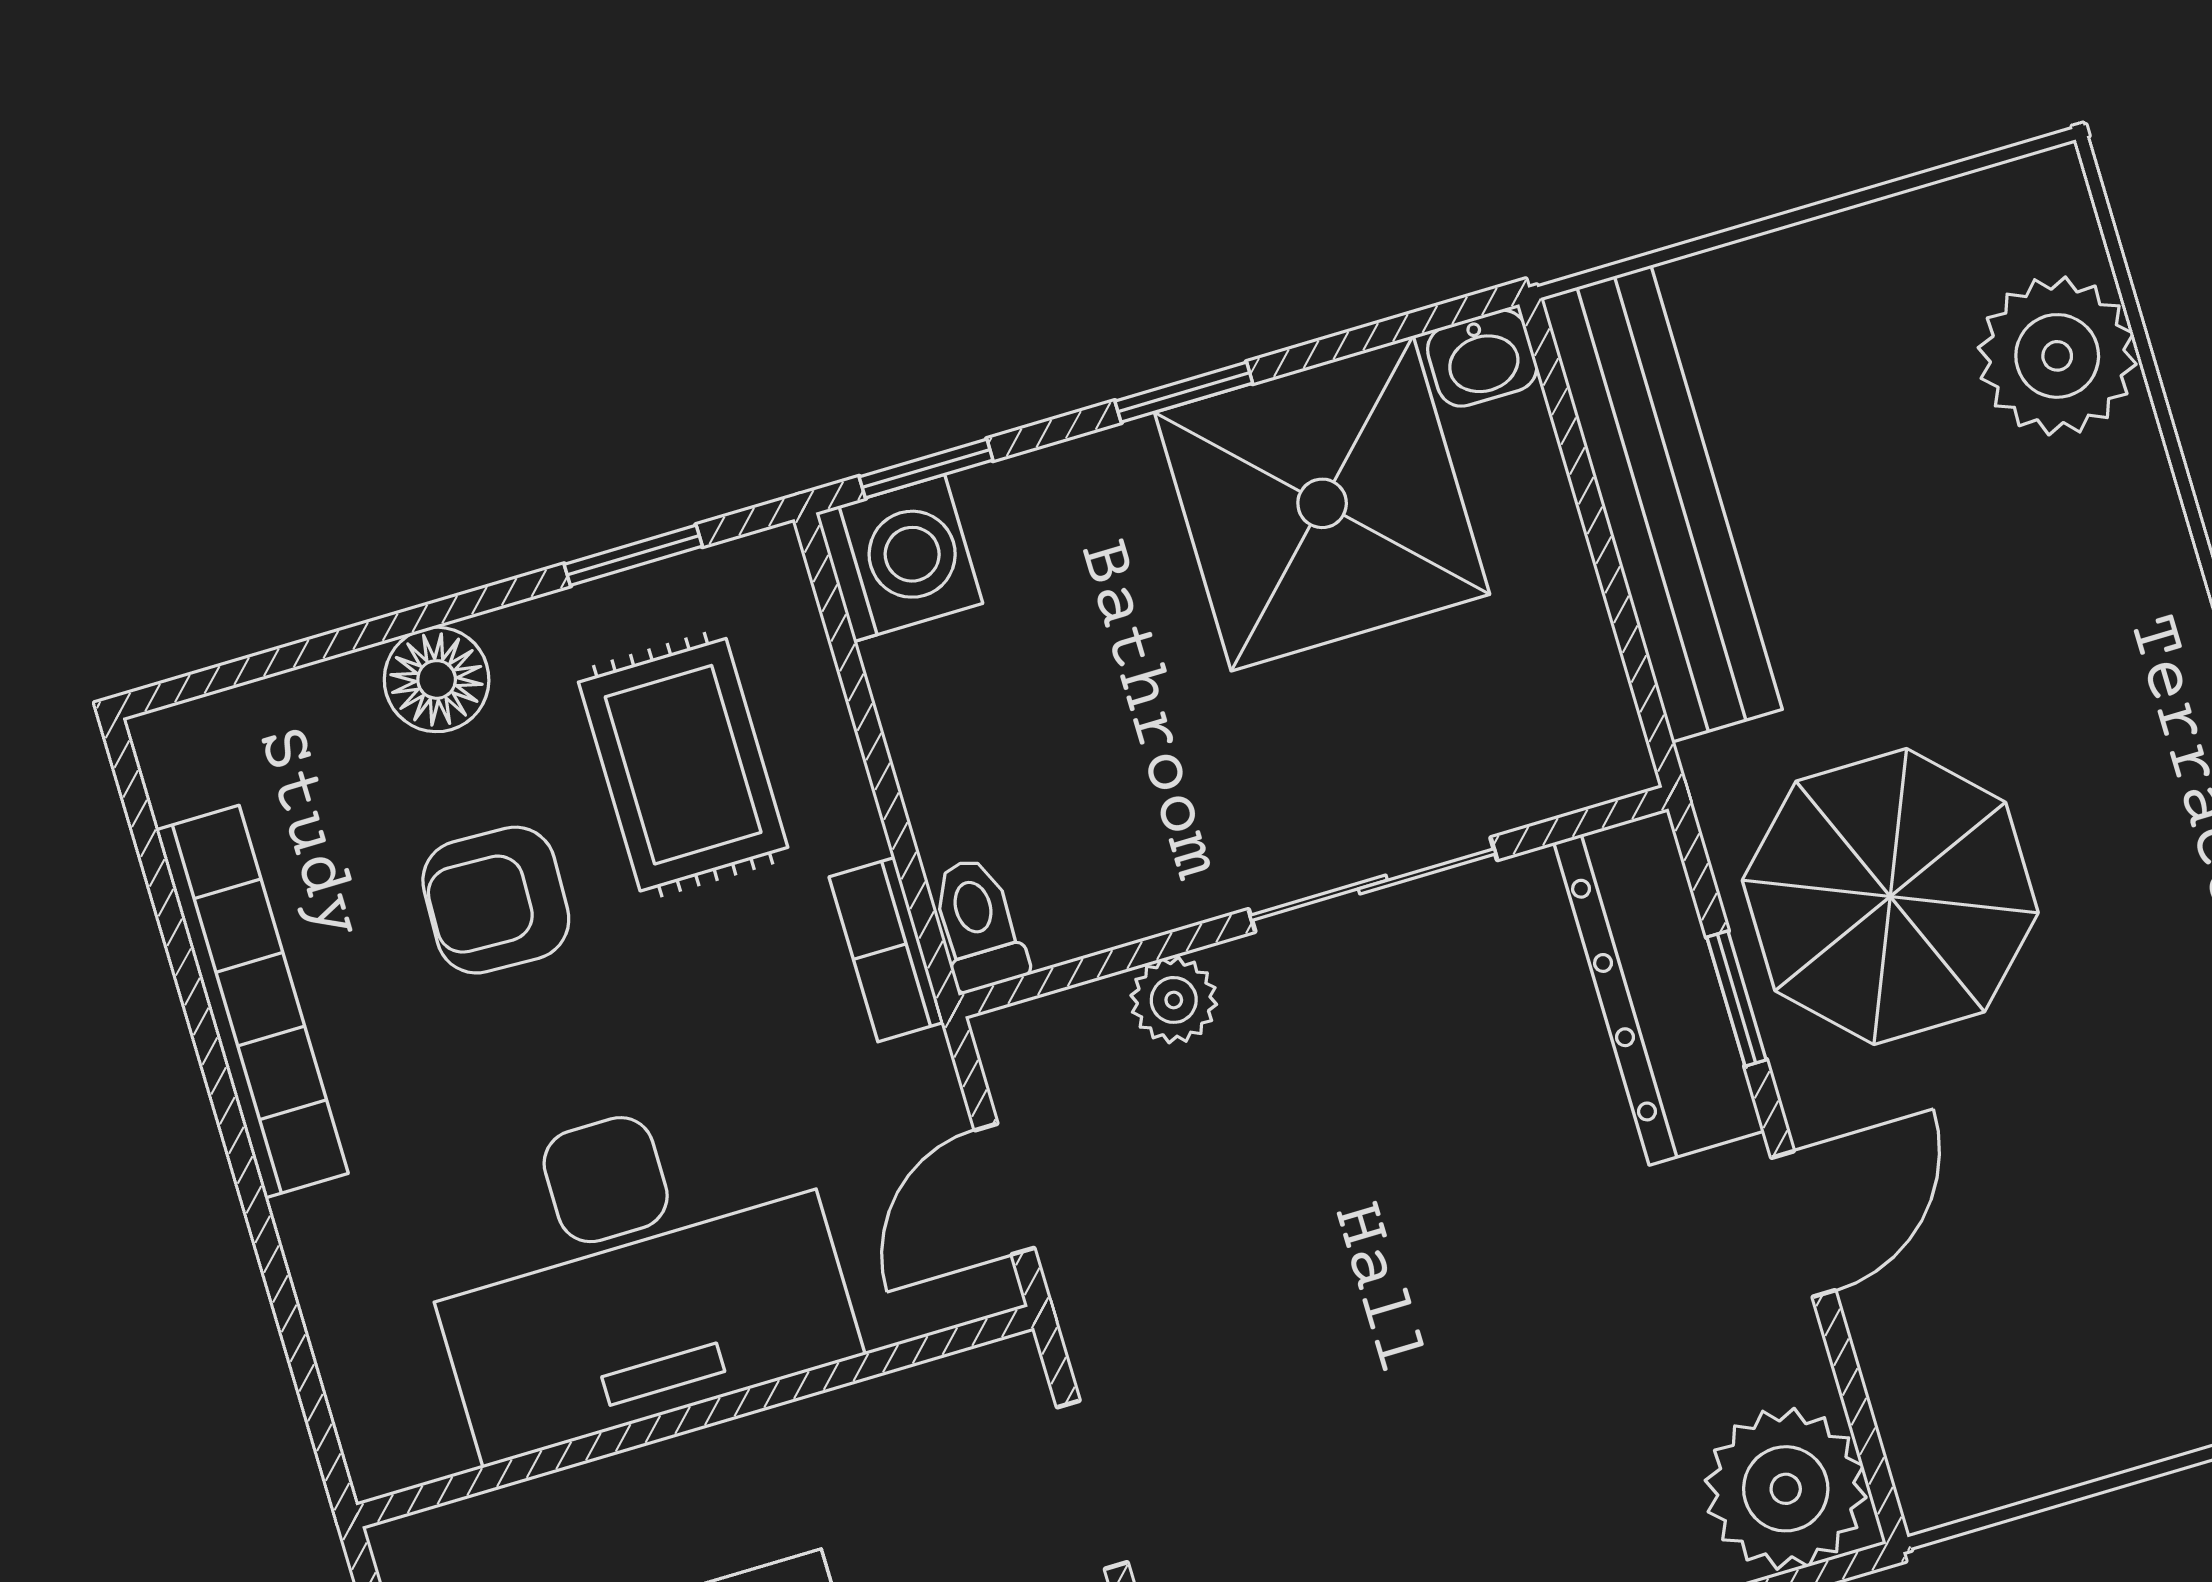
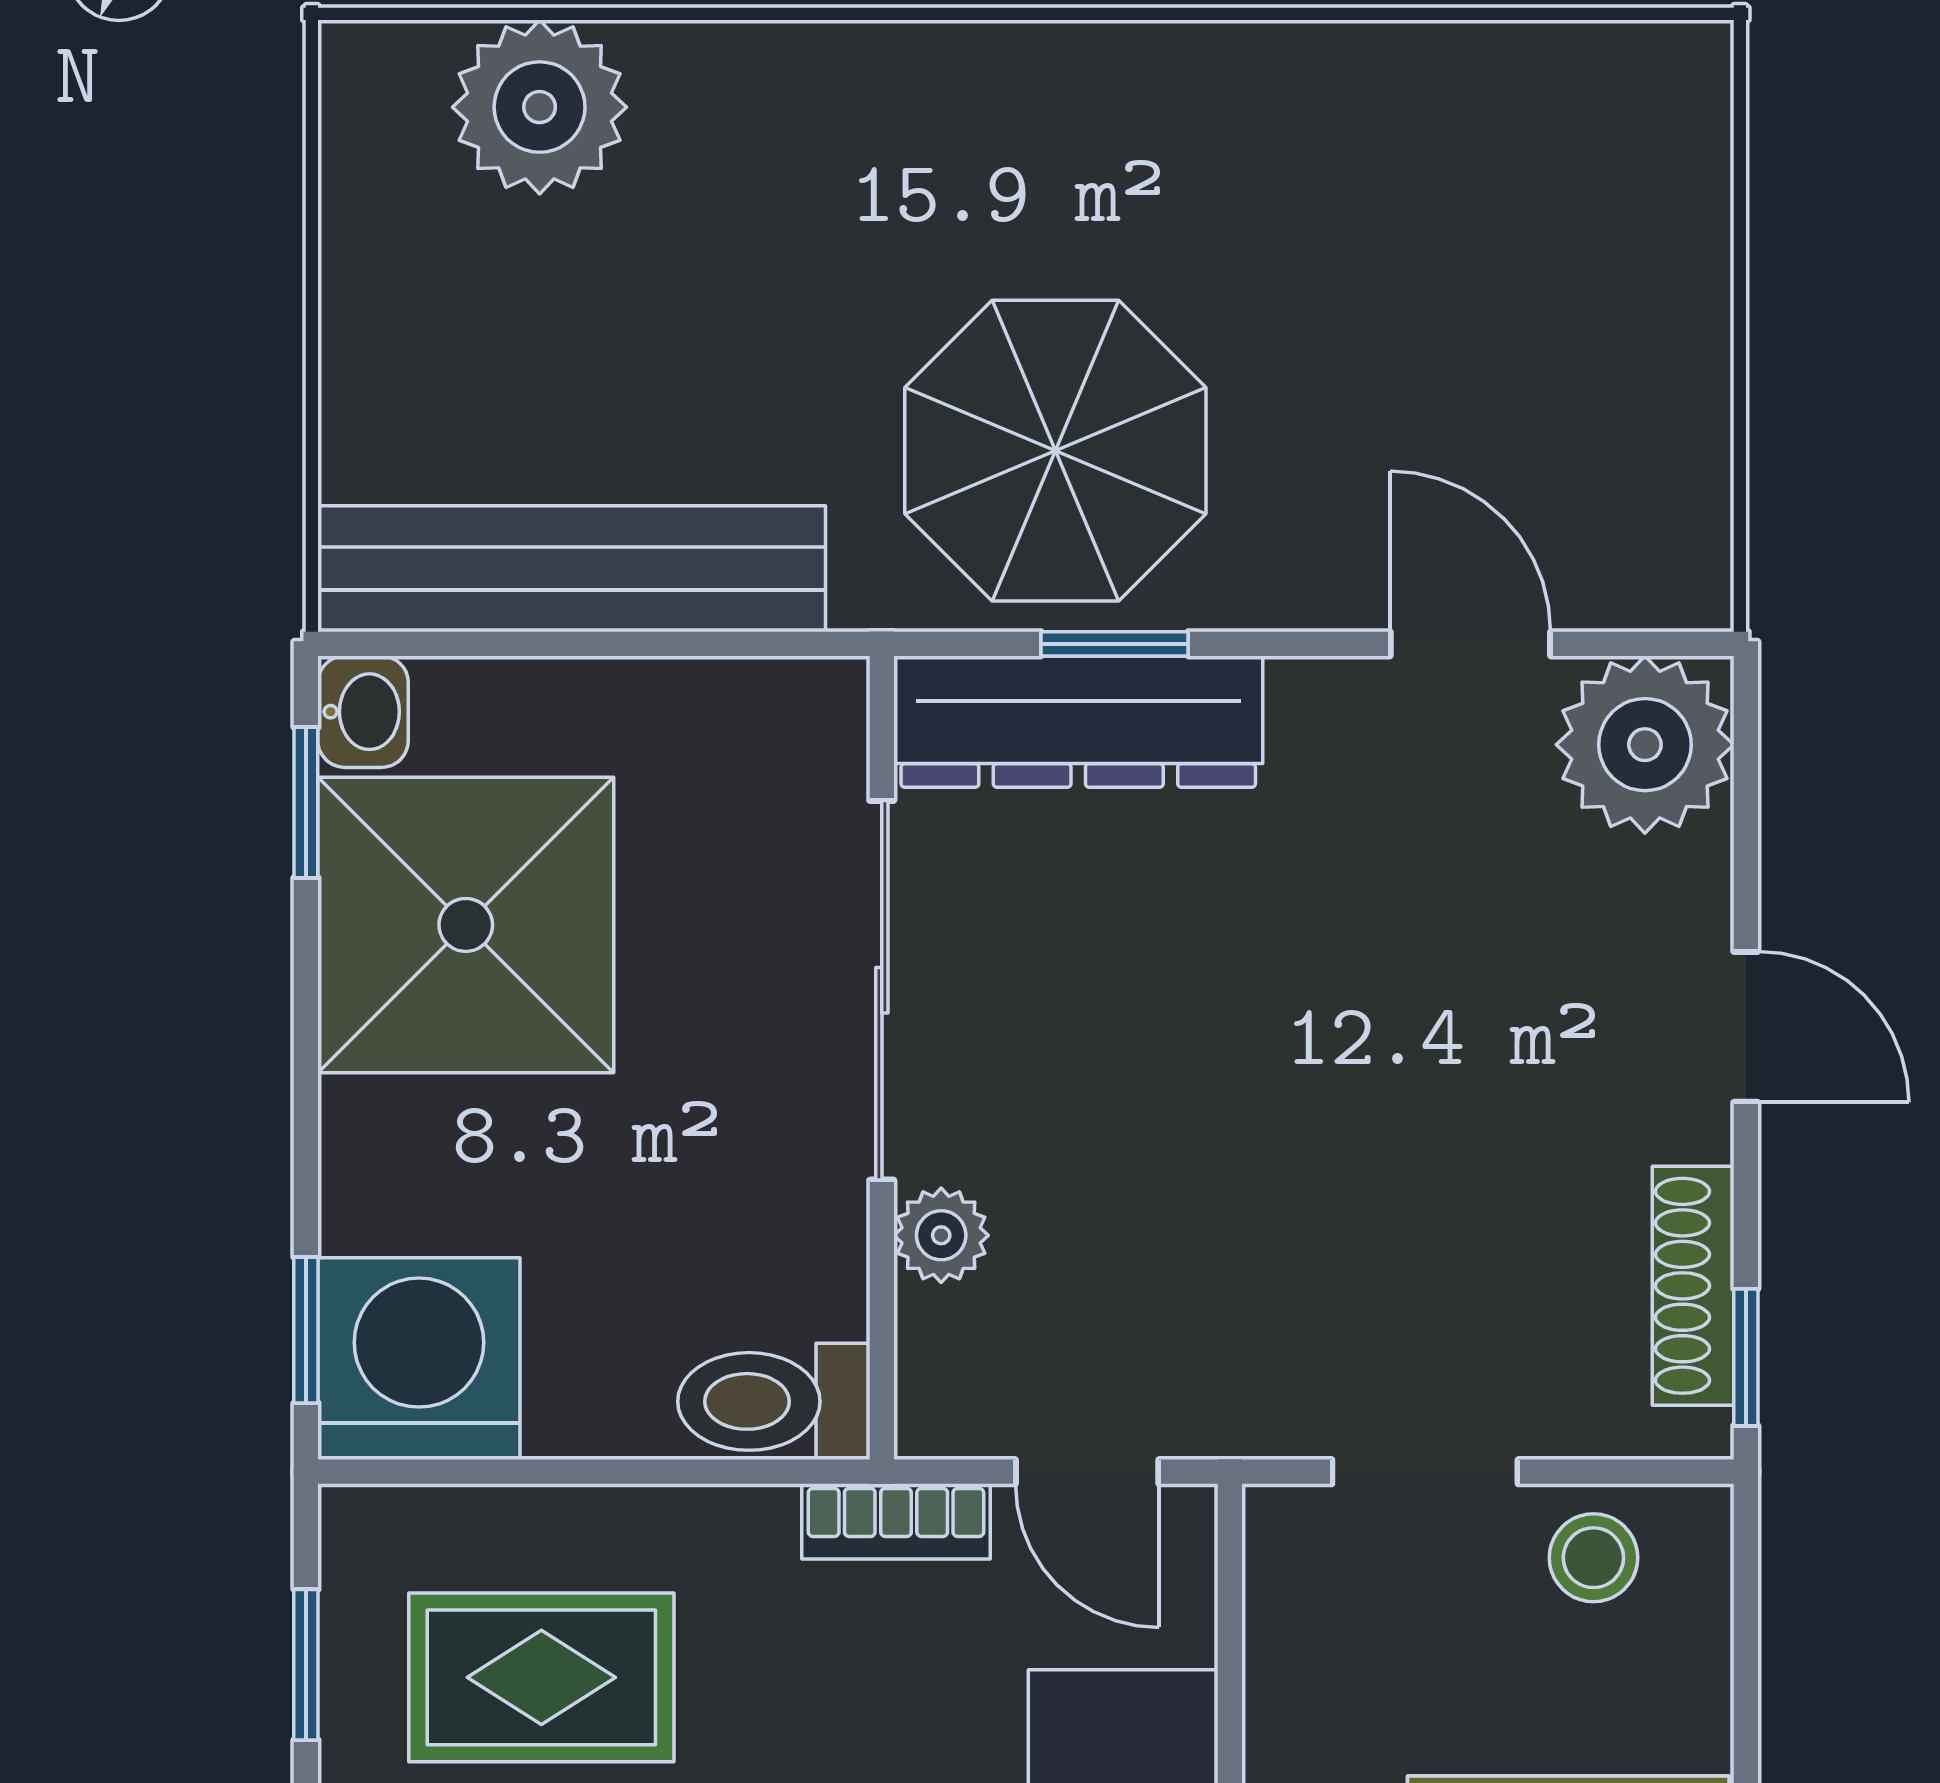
window: (1184, 392) -> (306, 802), moved
washing machine: (899, 558) -> (419, 1359), width x1.37, depth x1.37
sliding door: (1373, 885) -> (882, 990), width x1.37
toilet: (978, 924) -> (774, 1401), width x1.37, depth x1.39
bookcase: (886, 950) -> (896, 1521), moved
door: (1803, 1224) -> (1470, 644), moved

